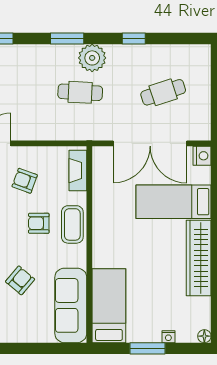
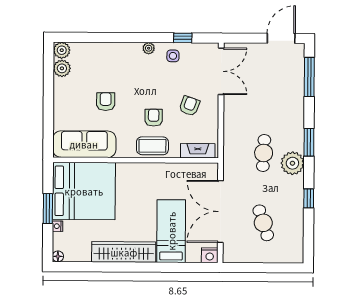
armchair: (20, 280) -> (106, 102), turned -130
bed: (109, 306) -> (84, 191), width x2.04

